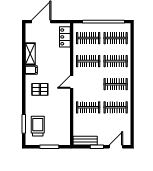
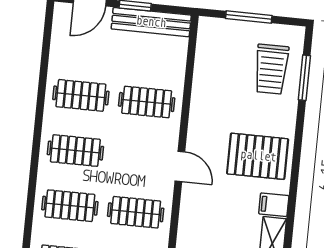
door: (72, 82) -> (180, 166), hinge flipped
pallet: (40, 89) -> (258, 156), width x1.50, depth x1.42
bench: (85, 141) -> (151, 22), width x1.36

